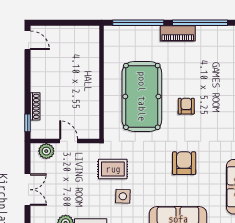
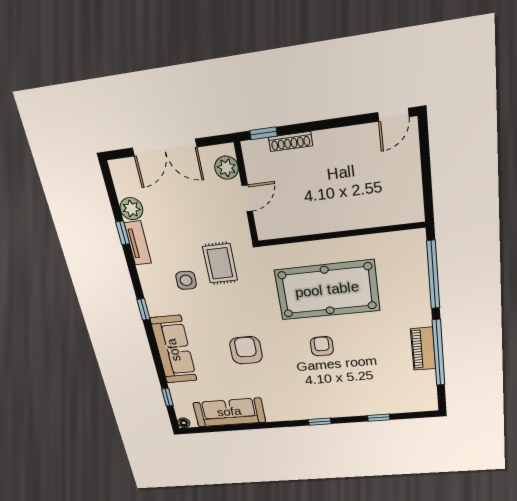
piano: (178, 33) -> (423, 349), moved
armchair: (186, 106) -> (322, 346), turned -90
armchair: (184, 163) -> (246, 350), turned -90
double door: (28, 190) -> (164, 148), width x1.37

